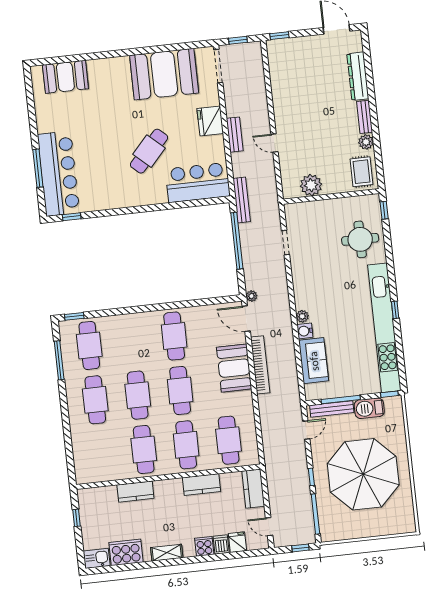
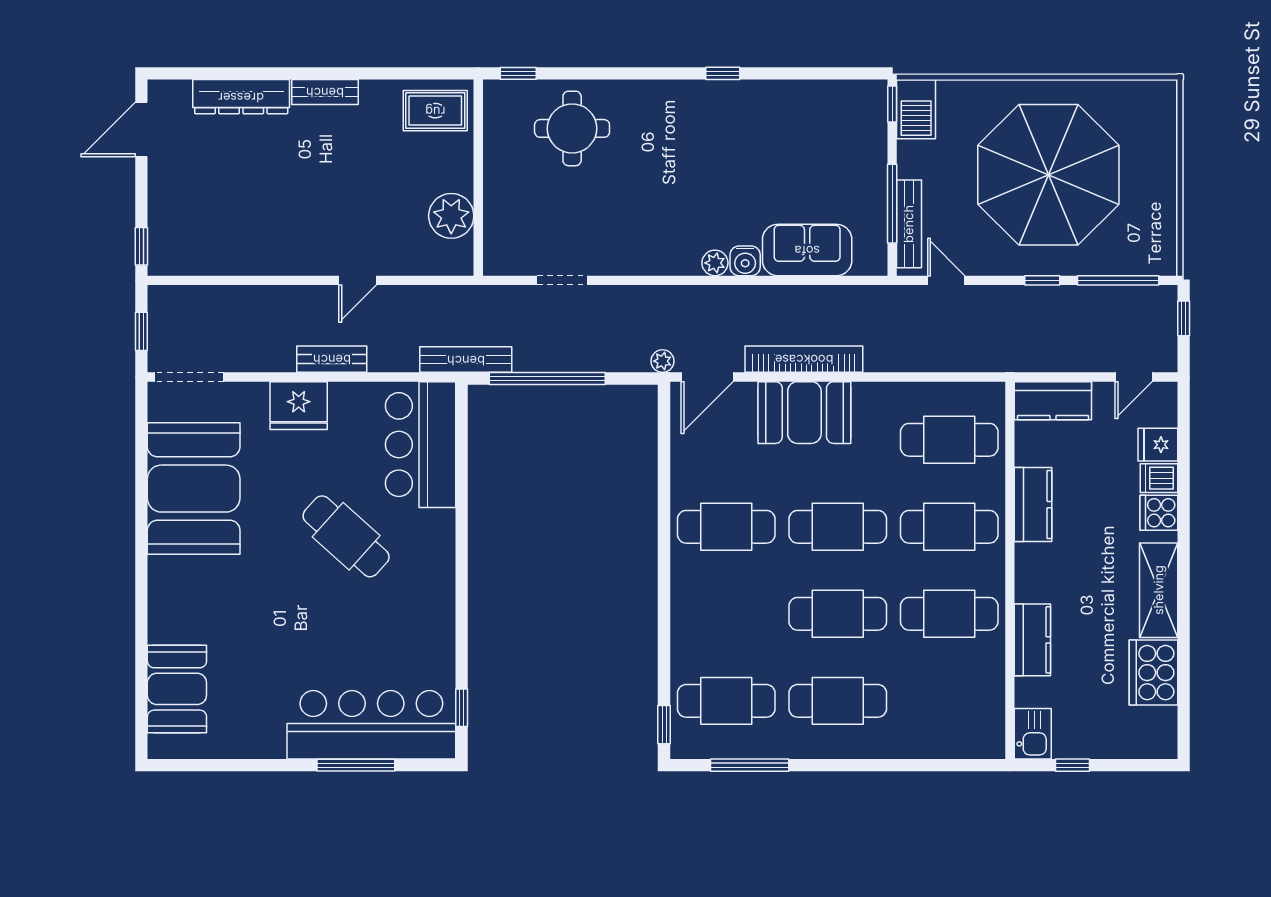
plant: (366, 142) -> (376, 95), removed
kitchen unit: (384, 328) -> (757, 99), removed
barbecue: (369, 408) -> (916, 109), moved
shelving: (167, 553) -> (1159, 590), width x1.50, depth x1.33
kitchen sink: (97, 558) -> (1033, 734), moved, turned 180

